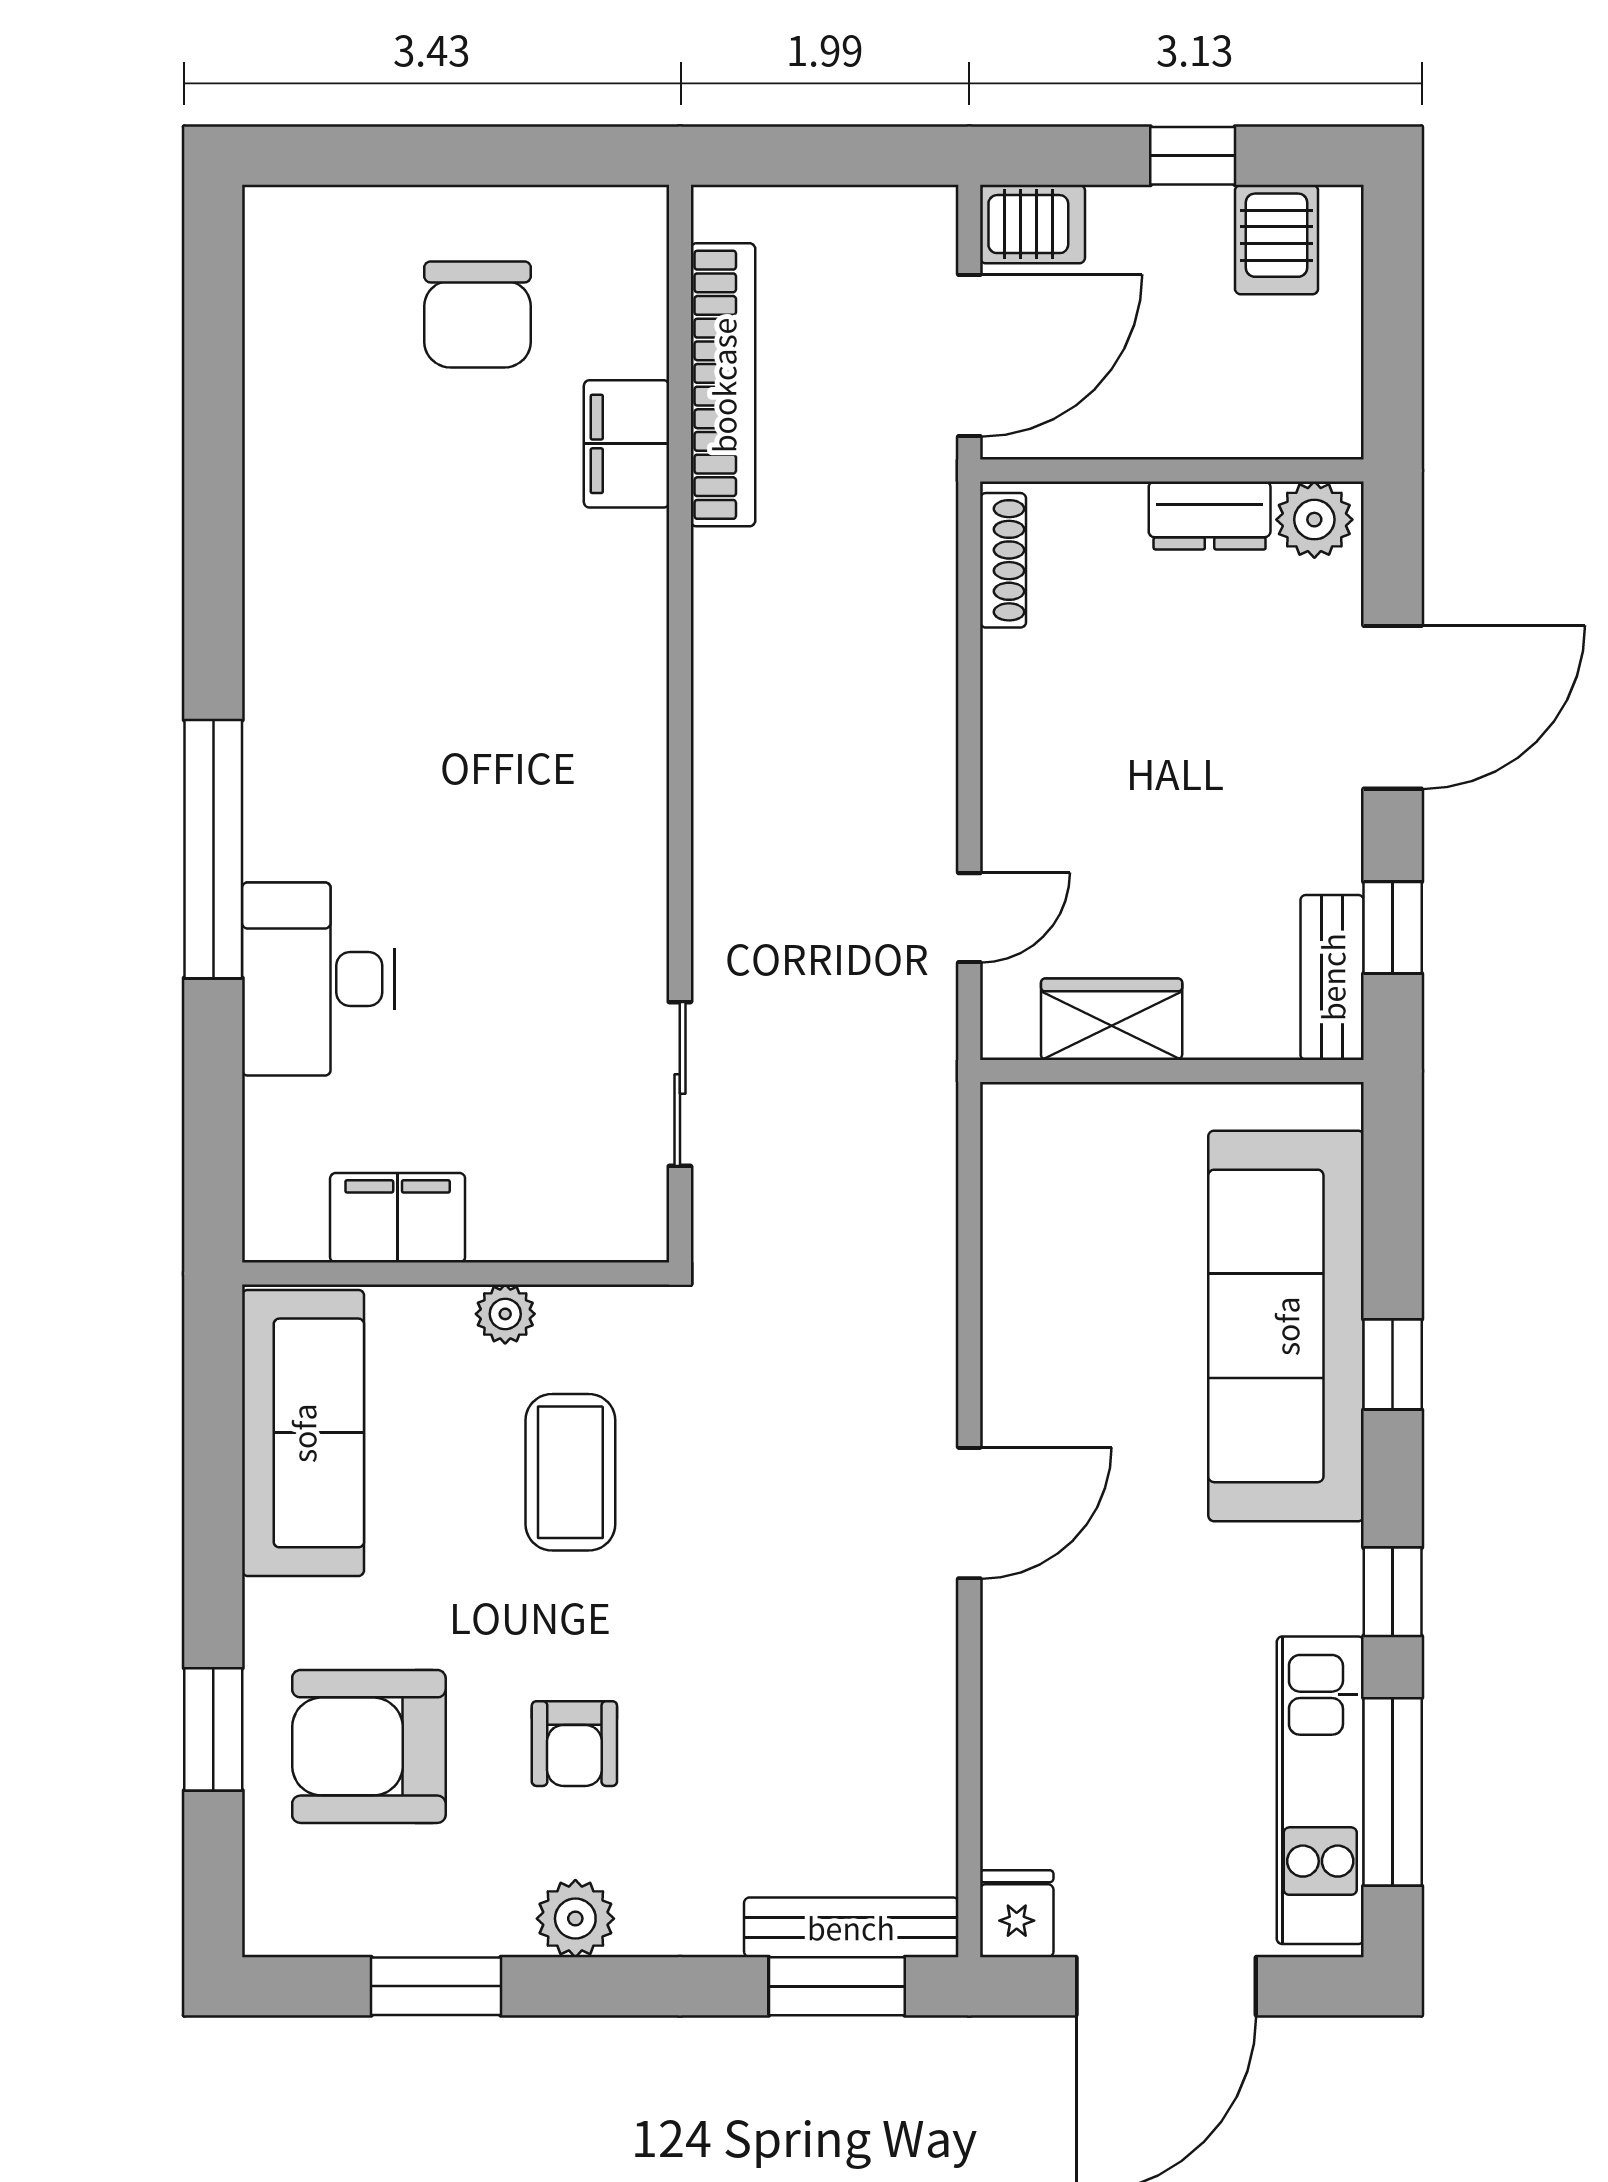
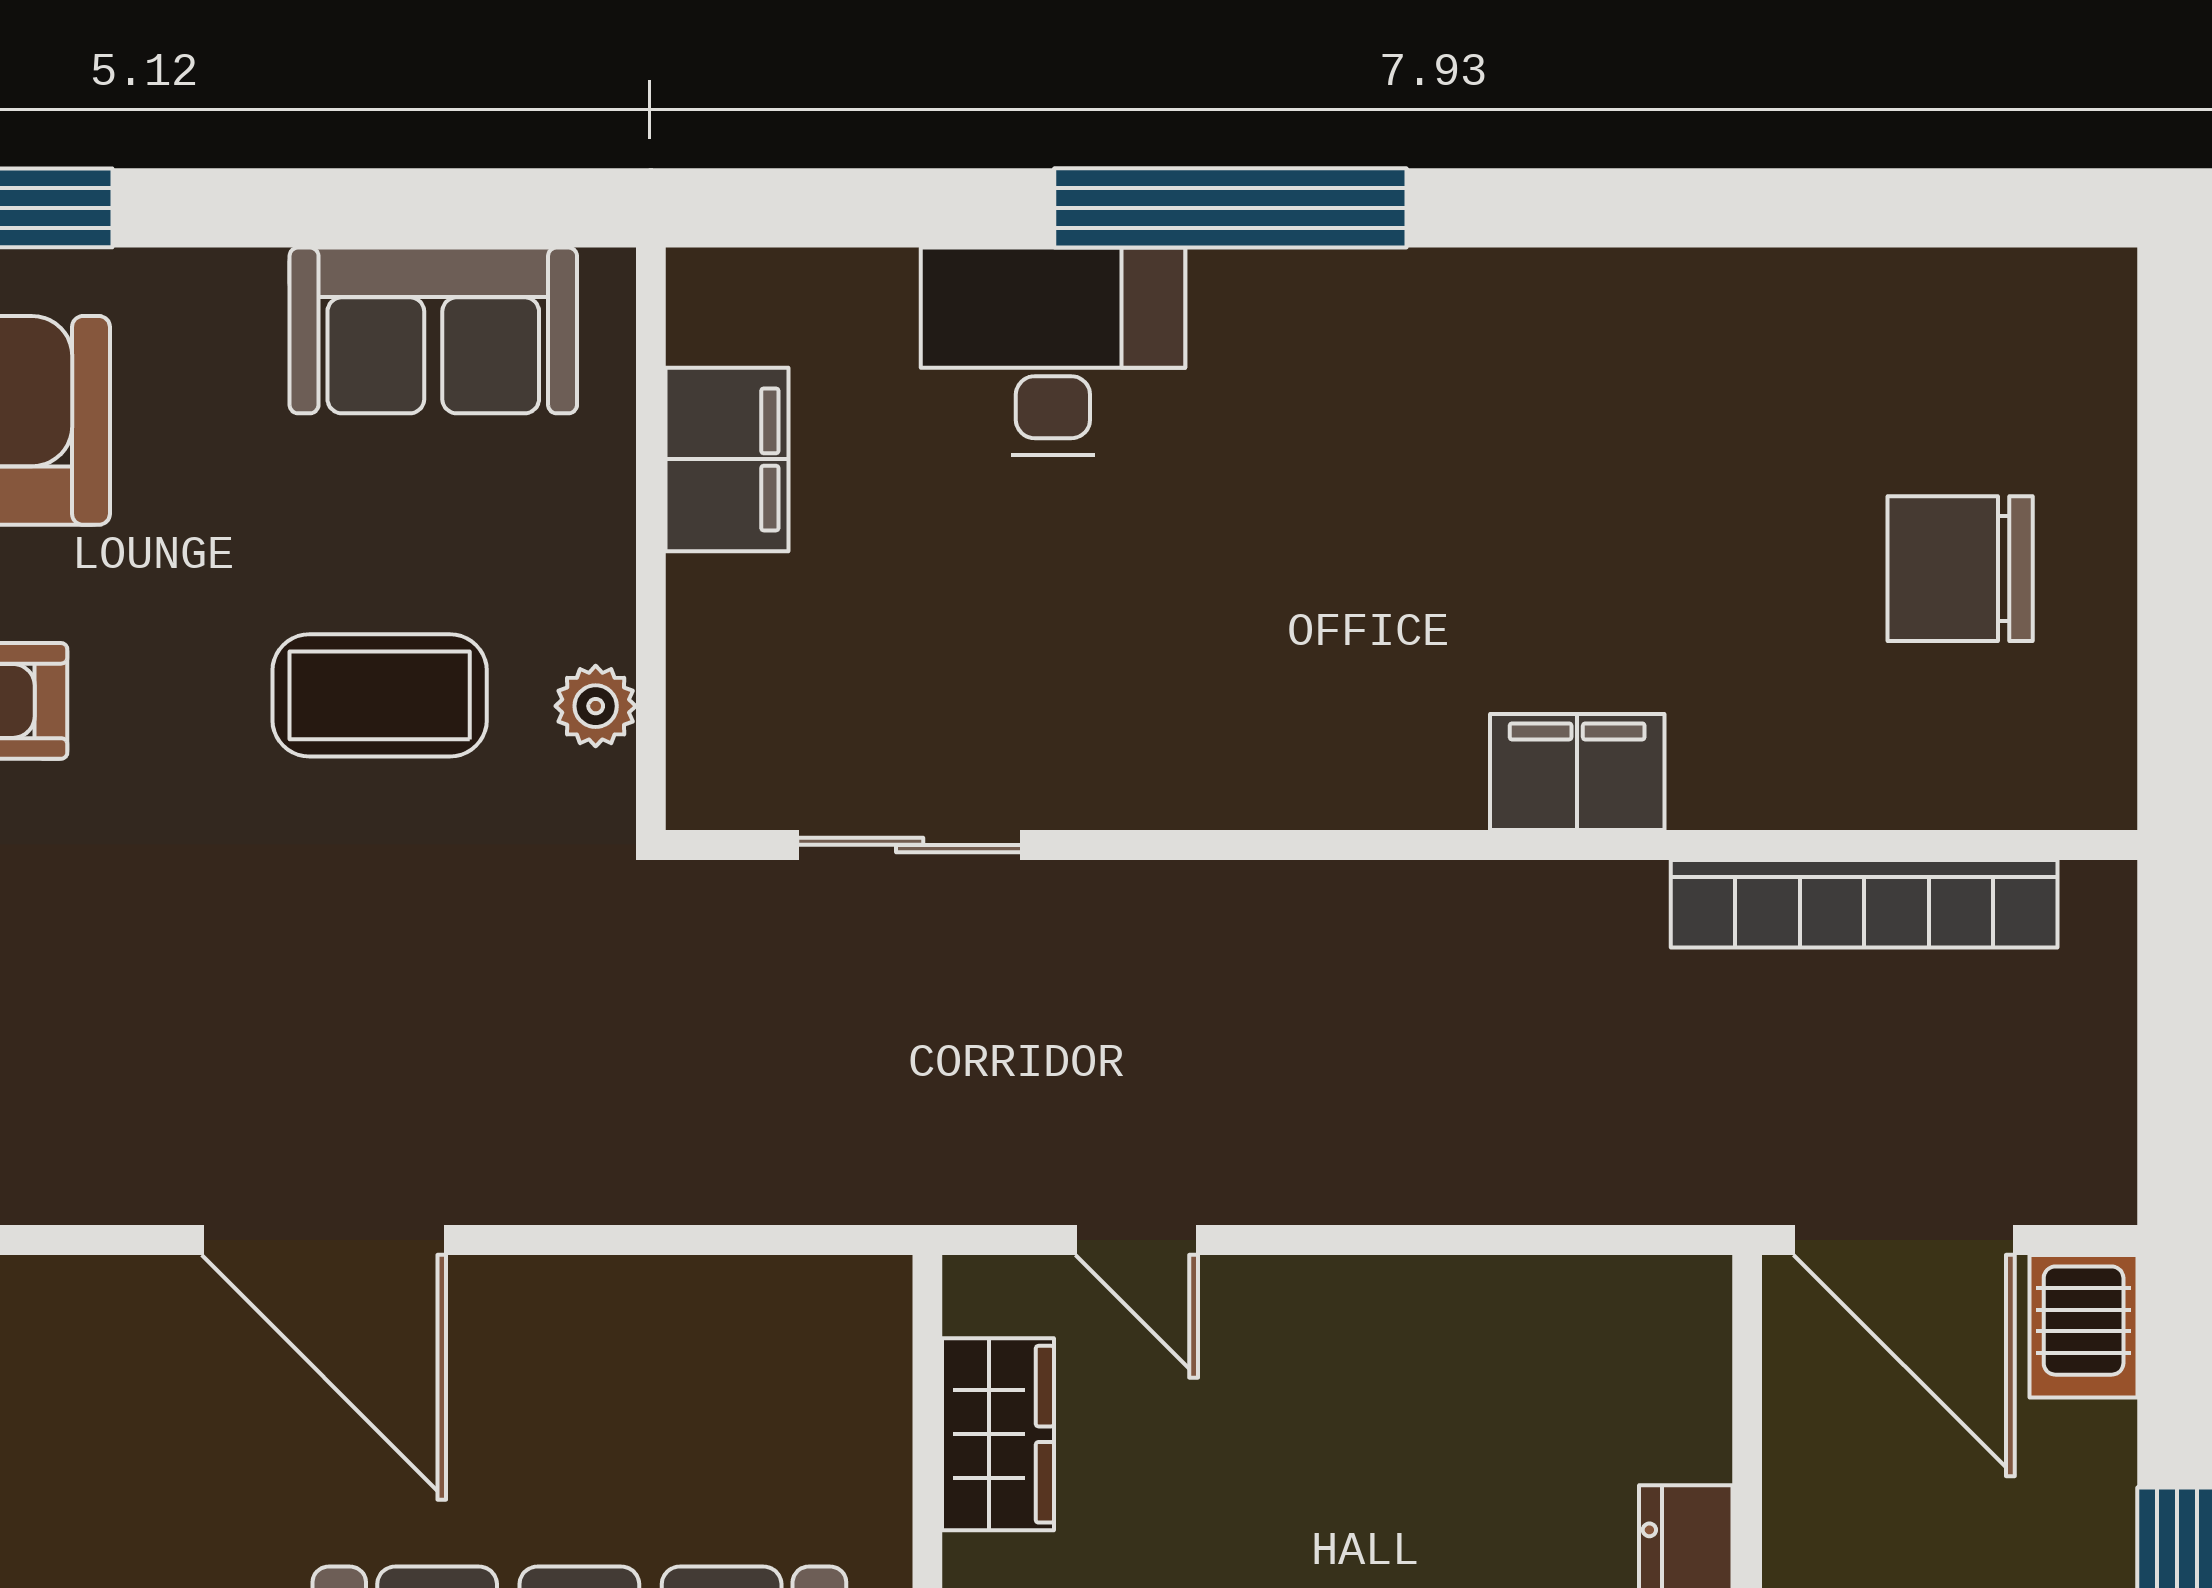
filing cabinet: (627, 444) -> (1577, 772), moved
shoe rack: (1003, 560) -> (1625, 1286), removed
plant: (505, 1314) -> (596, 706), moved
sofa: (303, 1433) -> (433, 330), width x0.73
door: (969, 1513) -> (324, 1240), width x1.36

